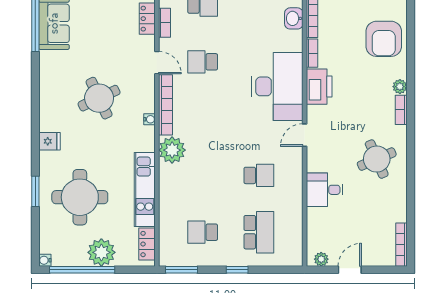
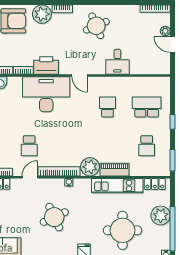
plant: (400, 87) -> (42, 14), width x1.88, depth x1.88
piano: (168, 186) -> (115, 170), added
plant: (321, 259) -> (165, 31), moved

